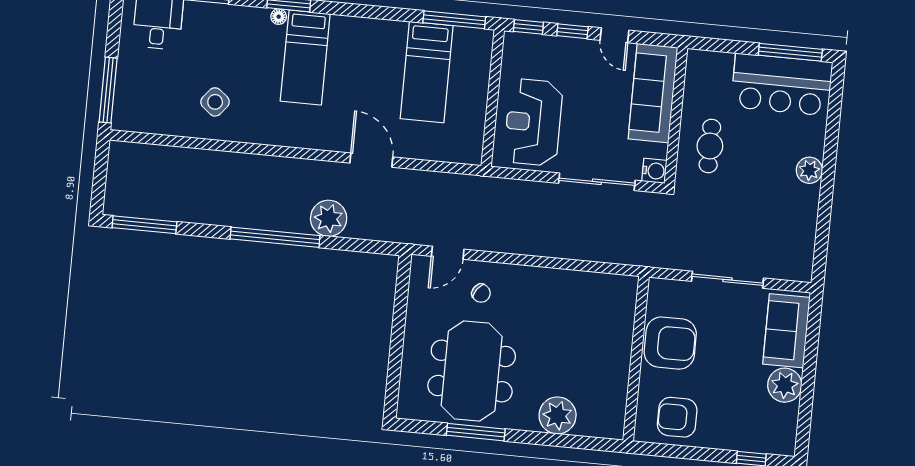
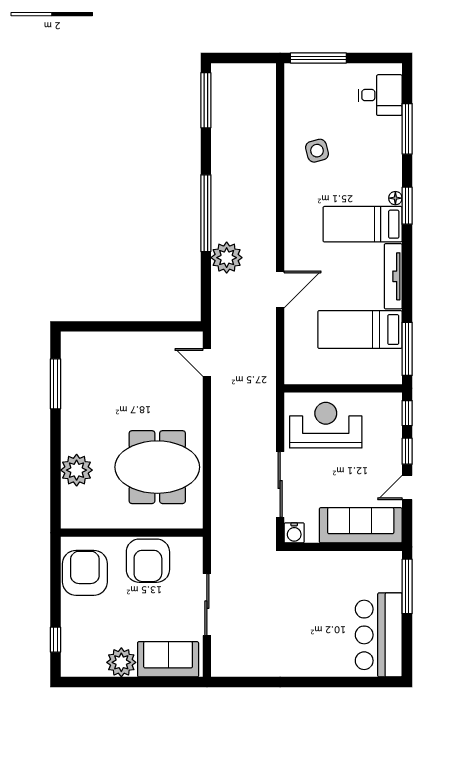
tv unit: (369, 28) -> (393, 276), added
window: (790, 52) -> (407, 586), moved
side table: (215, 102) -> (317, 151), turned 36
cafe table: (710, 146) -> (320, 578), removed
plant: (809, 170) -> (307, 666), removed
chair: (481, 293) -> (175, 394), removed
meeting table: (472, 371) -> (157, 467), moved
armchair: (677, 417) -> (85, 573), width x1.36, depth x1.36
window: (476, 432) -> (55, 384), moved

